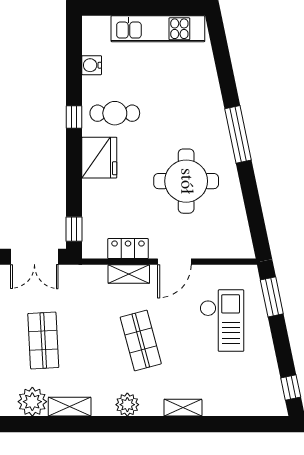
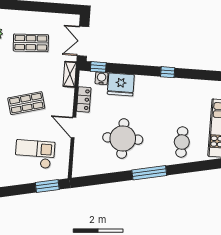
water cooler: (92, 65) -> (101, 78), moved
cafe table: (115, 113) -> (182, 142), moved
fridge: (99, 158) -> (121, 84), moved
shelving: (129, 274) -> (70, 74), moved
checkout: (222, 321) -> (35, 154), turned 180

